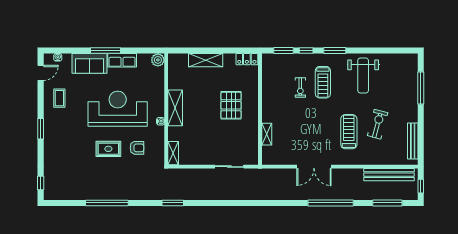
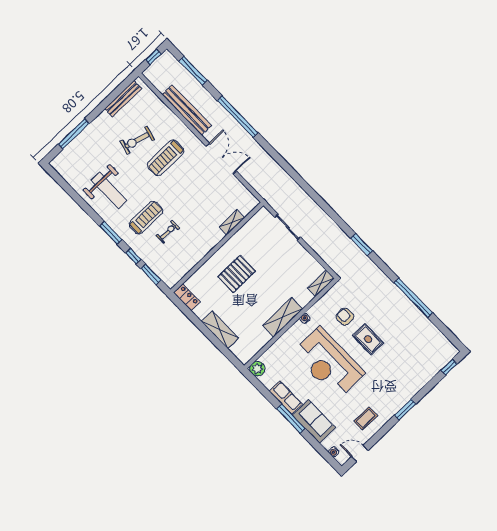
weight bench: (363, 76) -> (109, 190), turned 90
bench: (389, 175) -> (187, 110), moved

